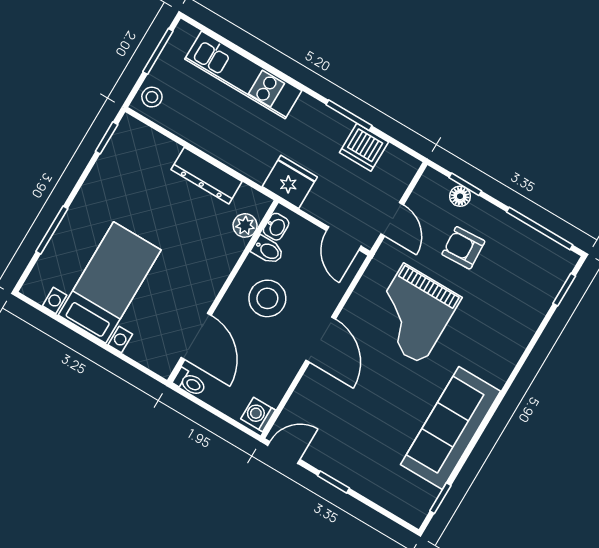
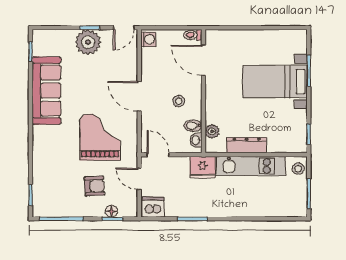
kitchen unit: (243, 75) -> (251, 166), moved, turned 180
dishwasher: (364, 147) -> (153, 207), moved
bed with nightstands: (110, 282) -> (275, 82), moved, turned 90
stool: (267, 298) -> (179, 101), width x0.53, depth x0.53
plant: (348, 463) -> (88, 42), added

